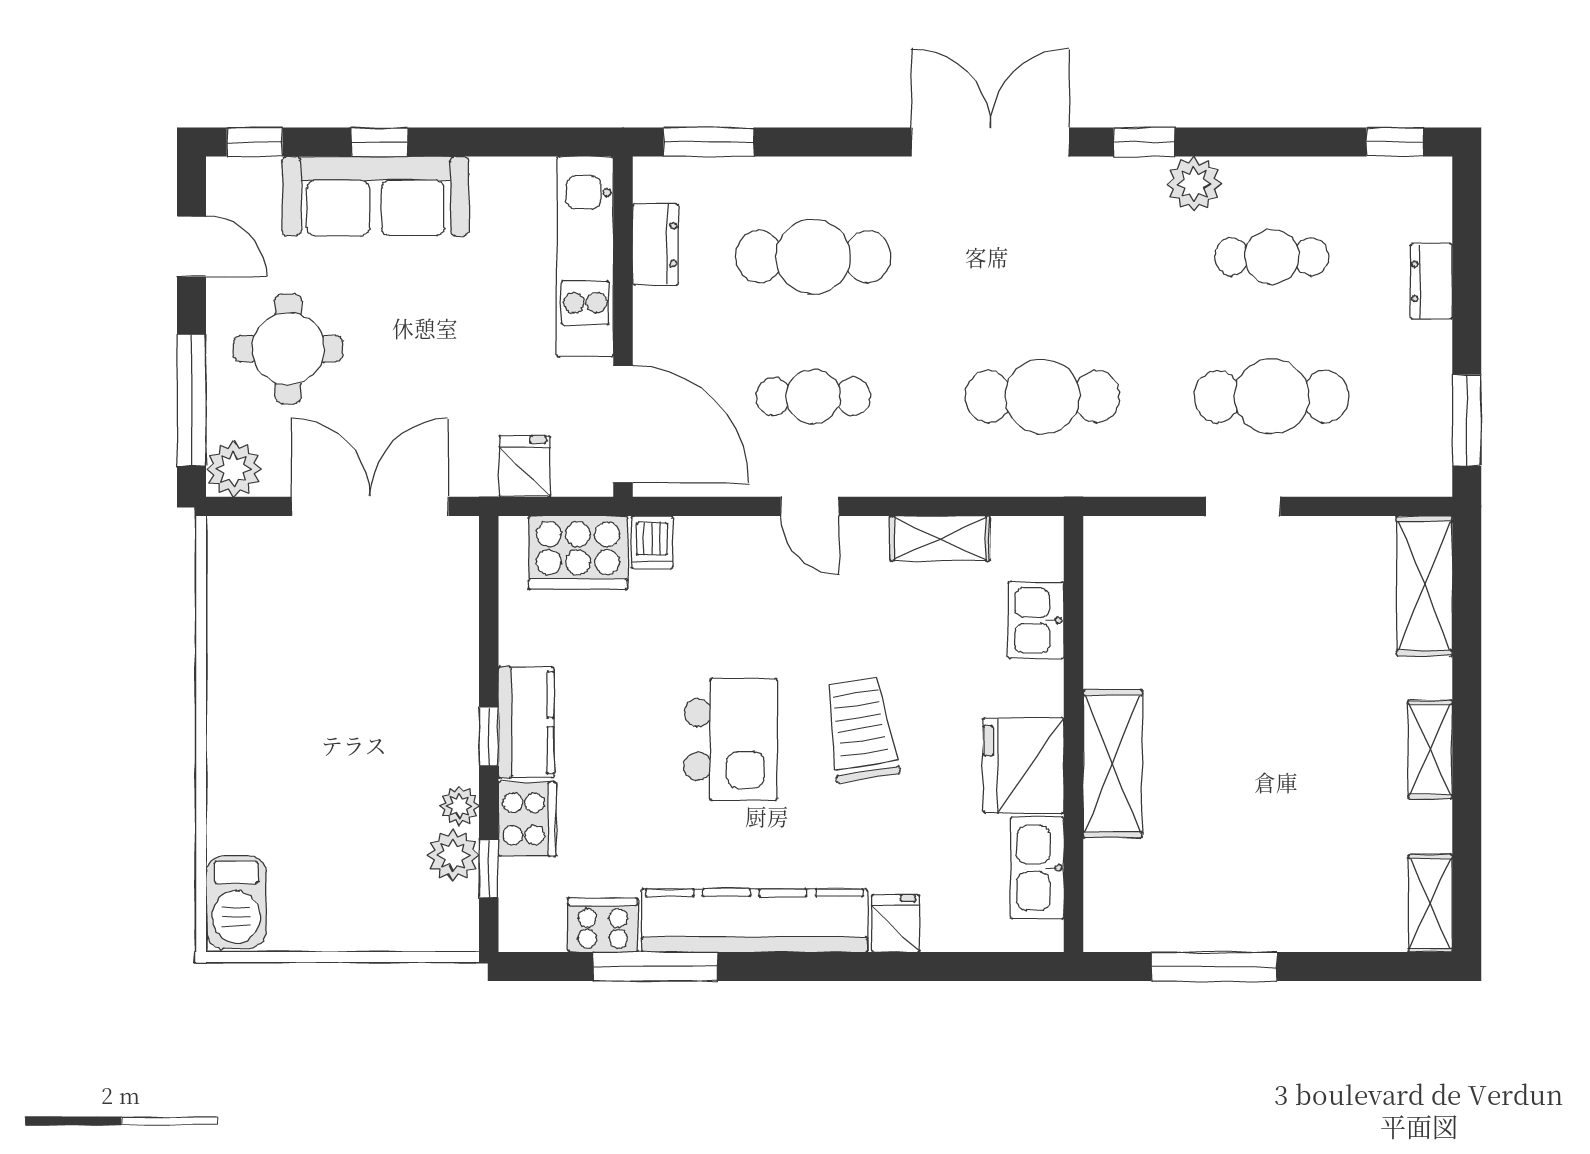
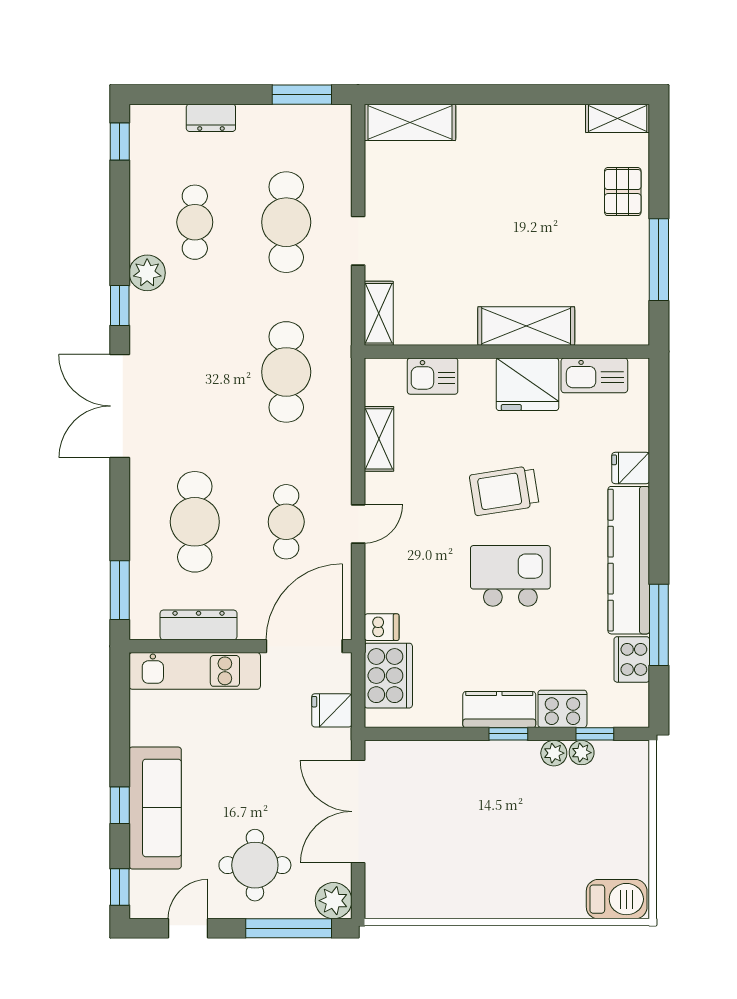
dresser: (655, 245) -> (199, 625), width x1.44
shelving: (1430, 750) -> (379, 313), moved, turned 90
plant: (453, 855) -> (582, 753), width x0.73, depth x0.73
pallet: (1318, 911) -> (623, 192), added

